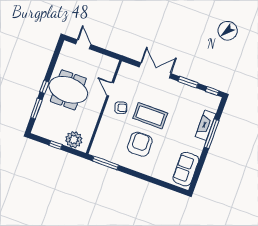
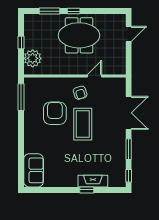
meeting table: (68, 90) -> (79, 35), turned 90
window: (212, 134) -> (87, 190), width x0.46
armchair: (140, 144) -> (55, 113), moved, turned -90
sofa: (186, 169) -> (34, 170), moved, turned 90

